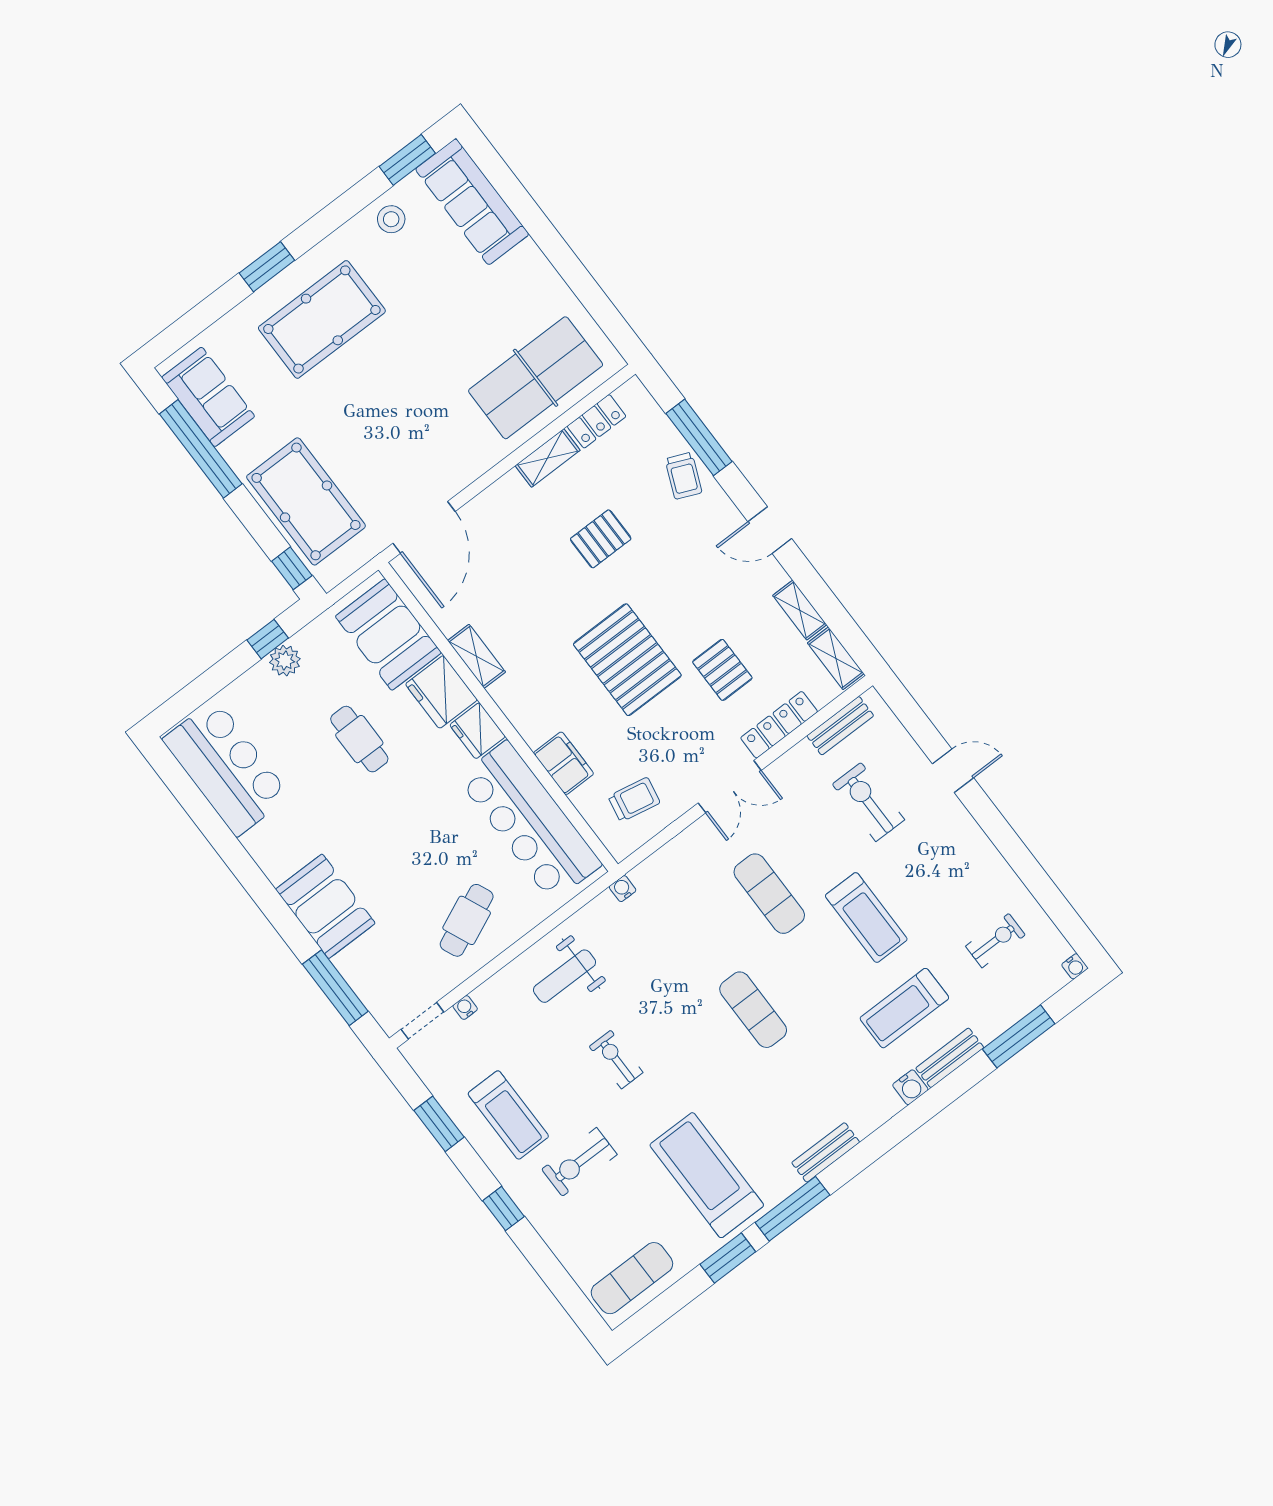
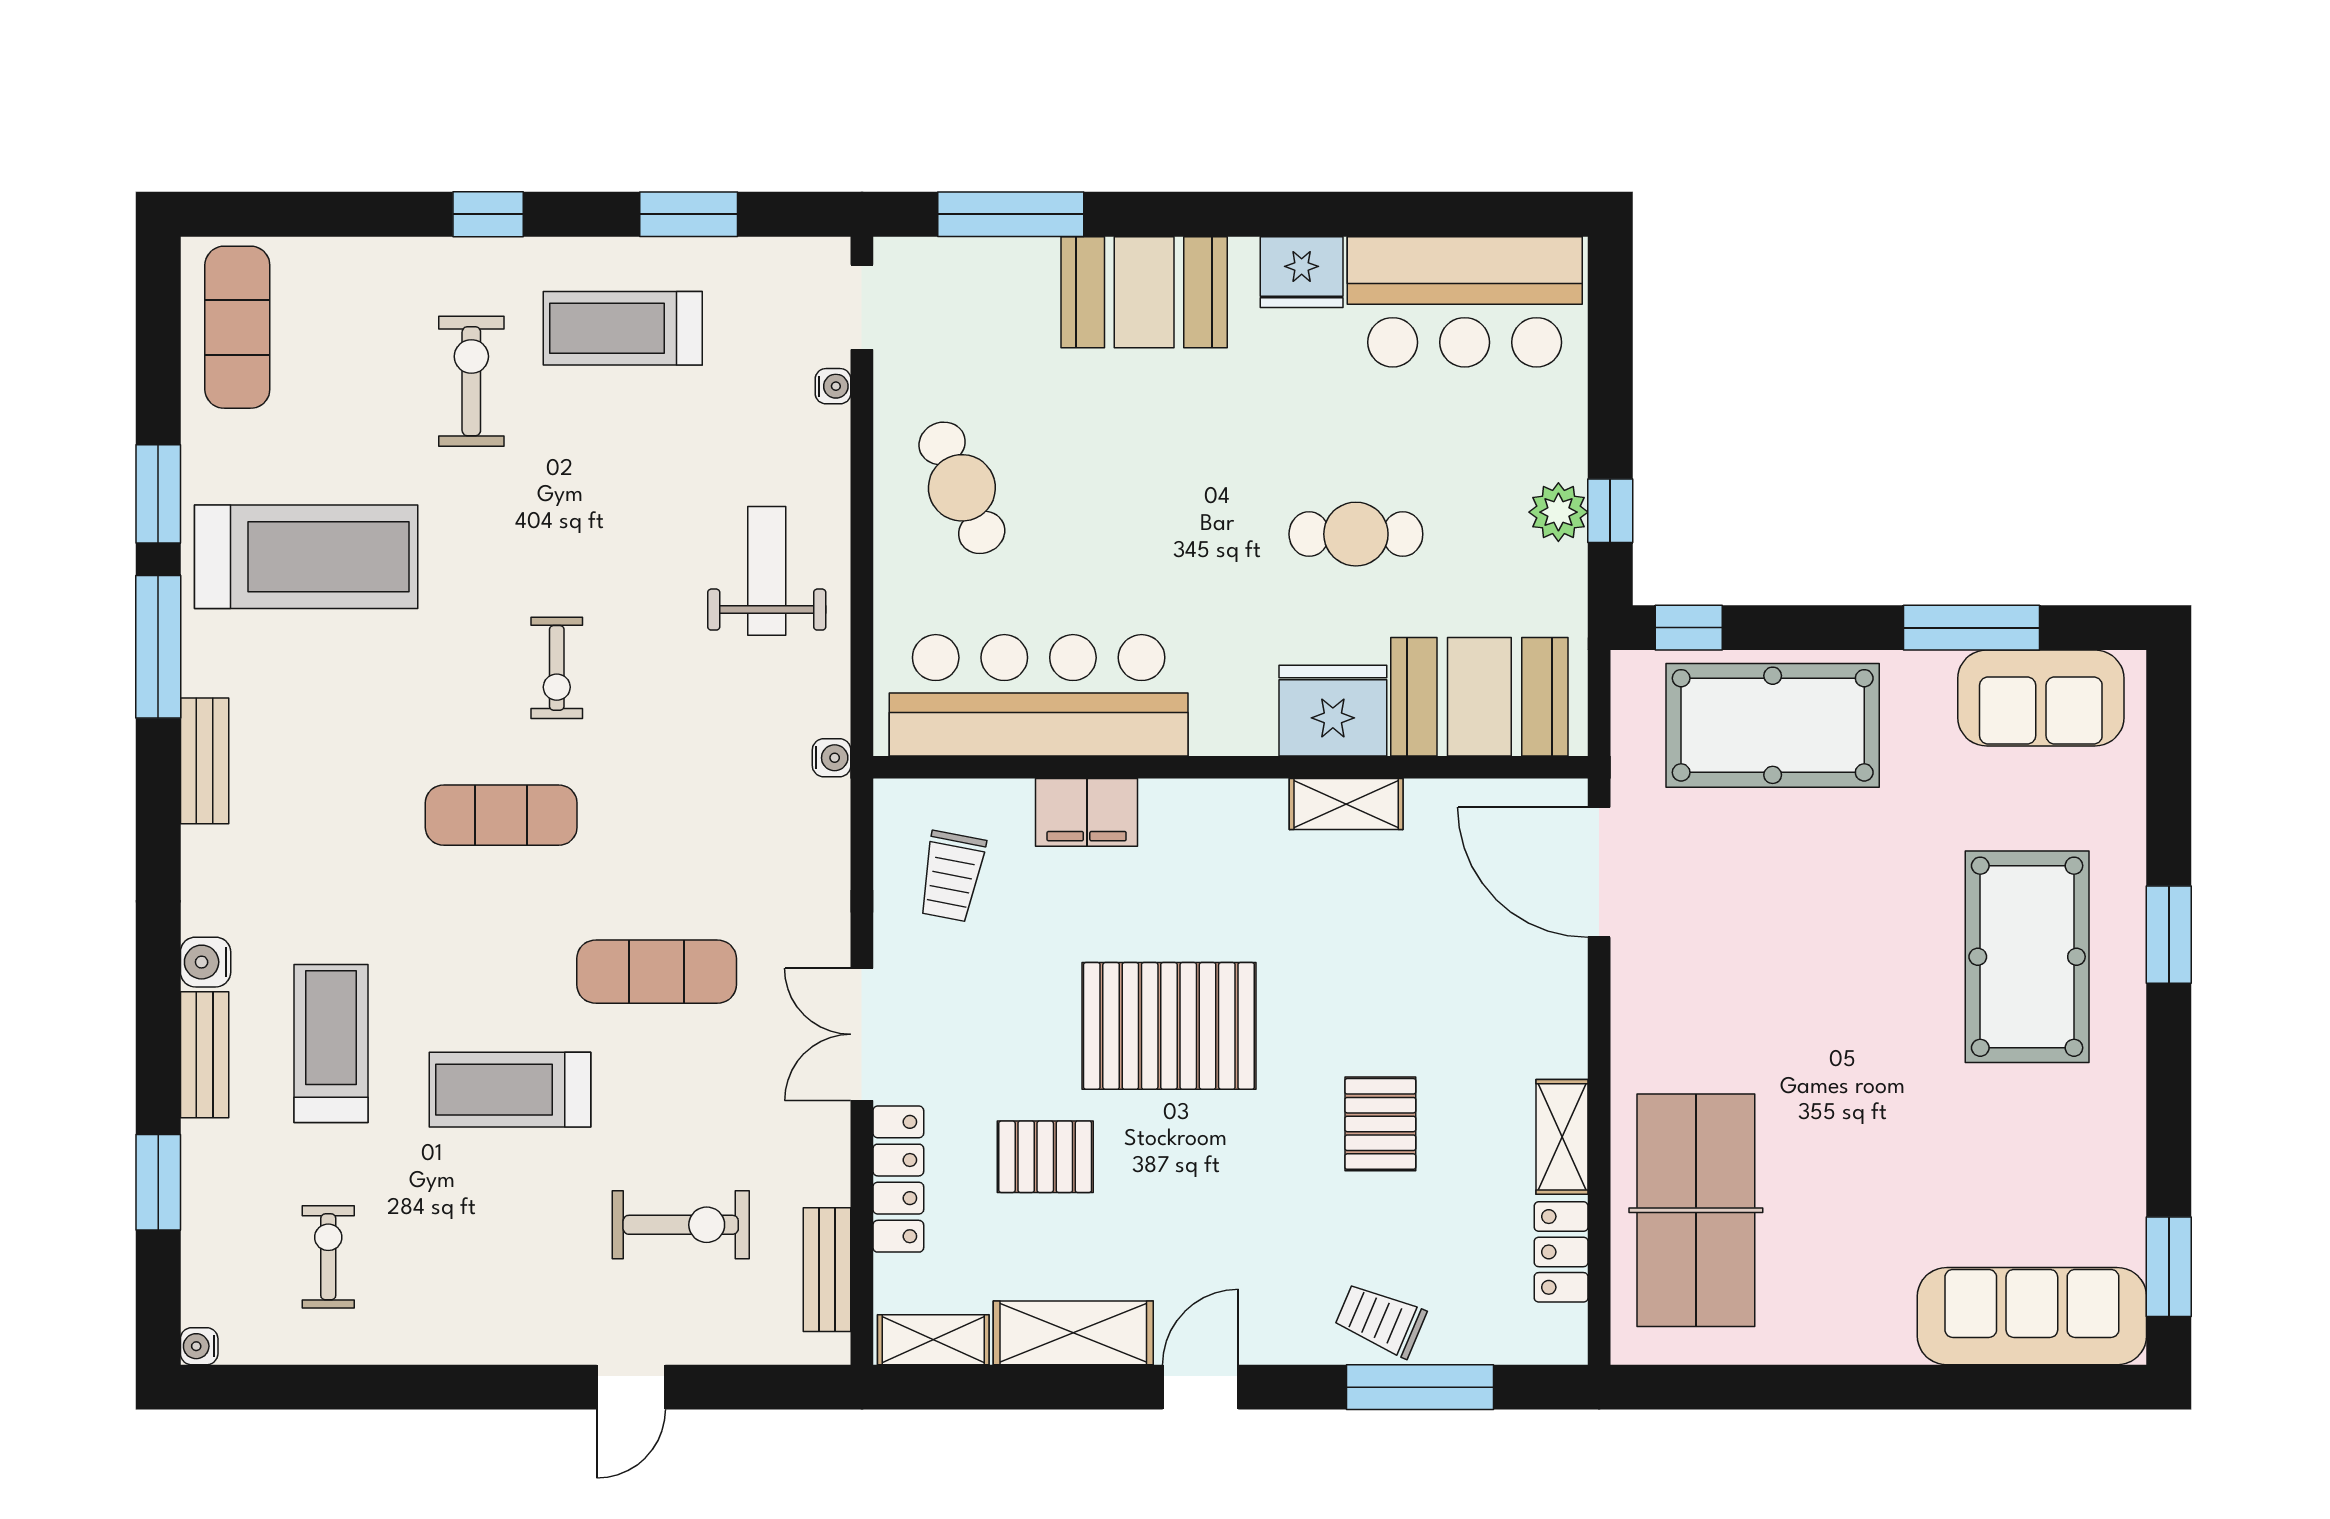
stool: (391, 219) -> (2098, 1175), removed
window: (201, 449) -> (1971, 628), width x0.68
shelving: (800, 610) -> (1073, 1333), width x1.50, depth x1.33
fridge: (478, 731) -> (1302, 272), moved, turned 180
exercise bike: (995, 941) -> (328, 1257), turned 180
window: (1019, 1036) -> (158, 1182), width x0.69
exercise bike: (616, 1059) -> (557, 668), moved, turned 90

